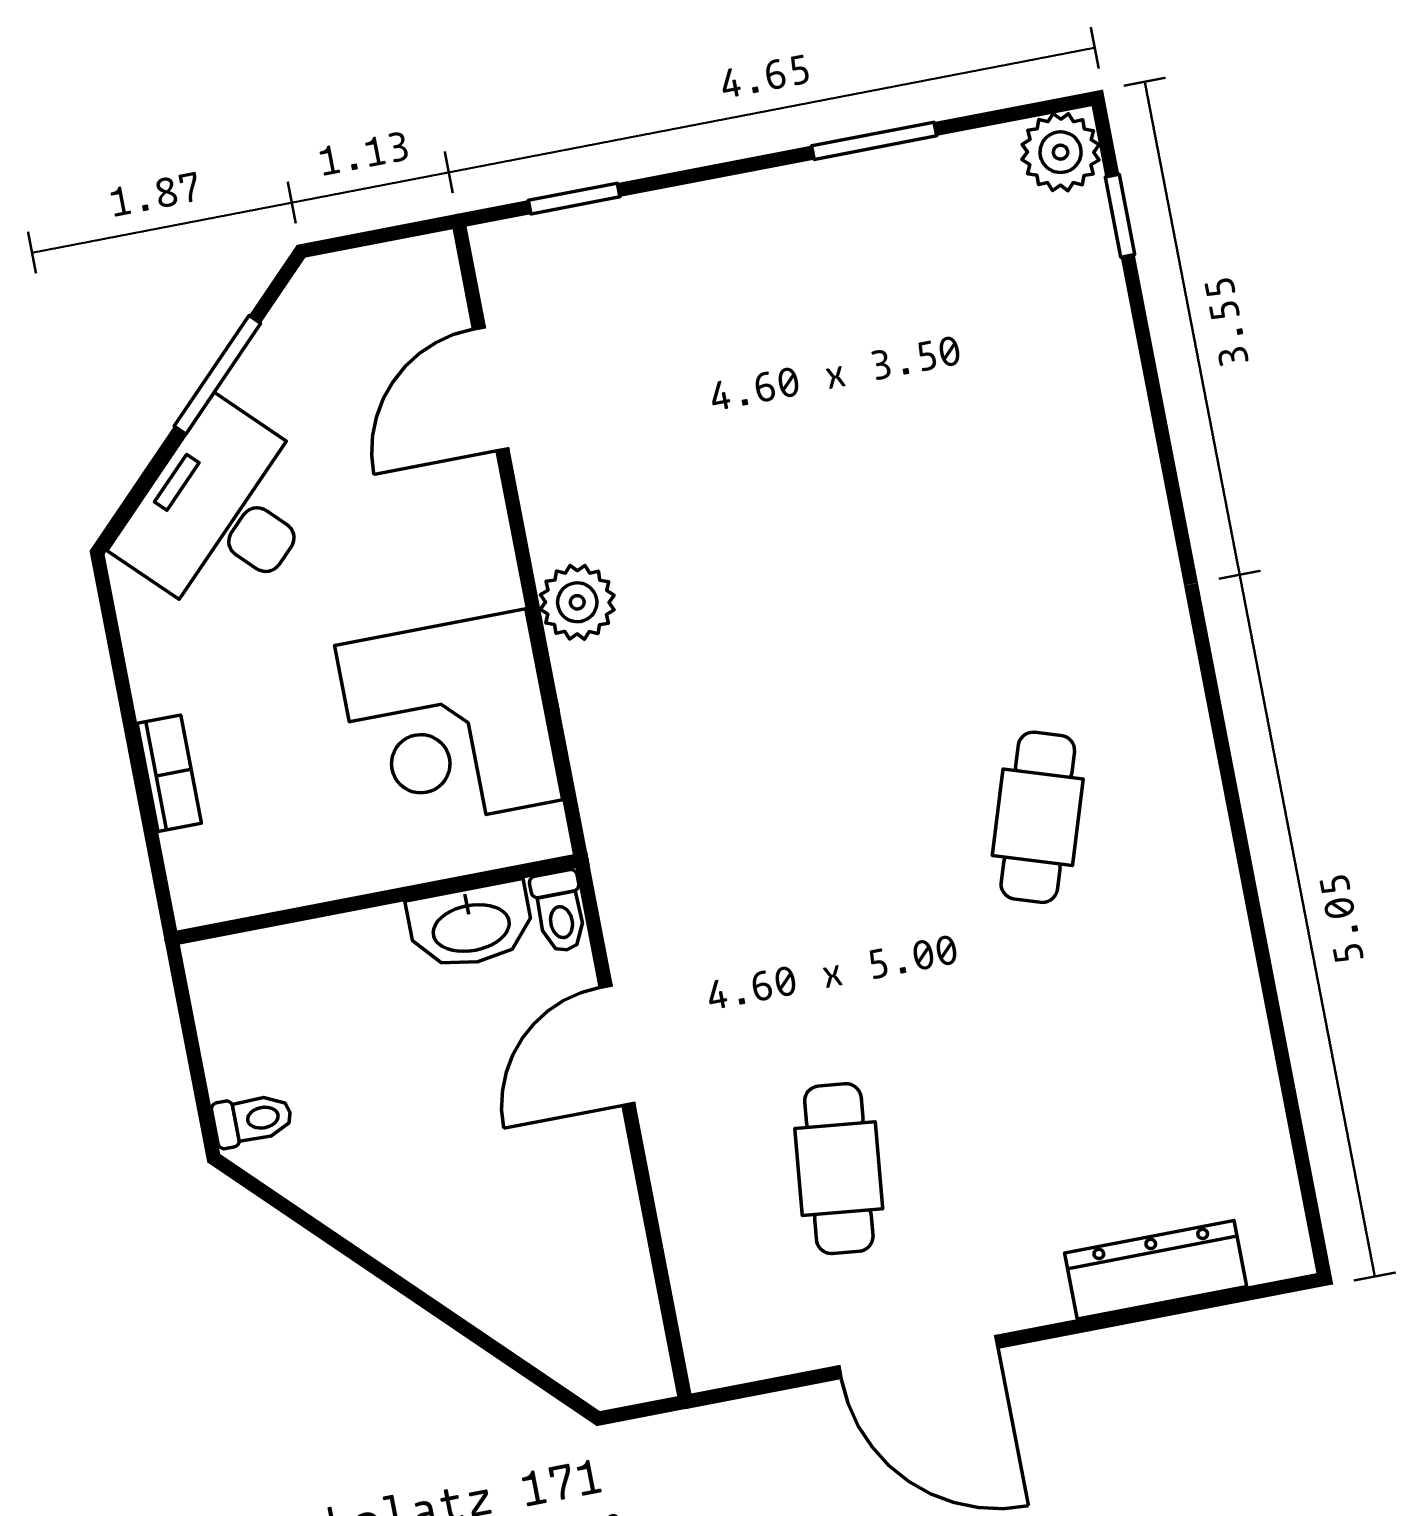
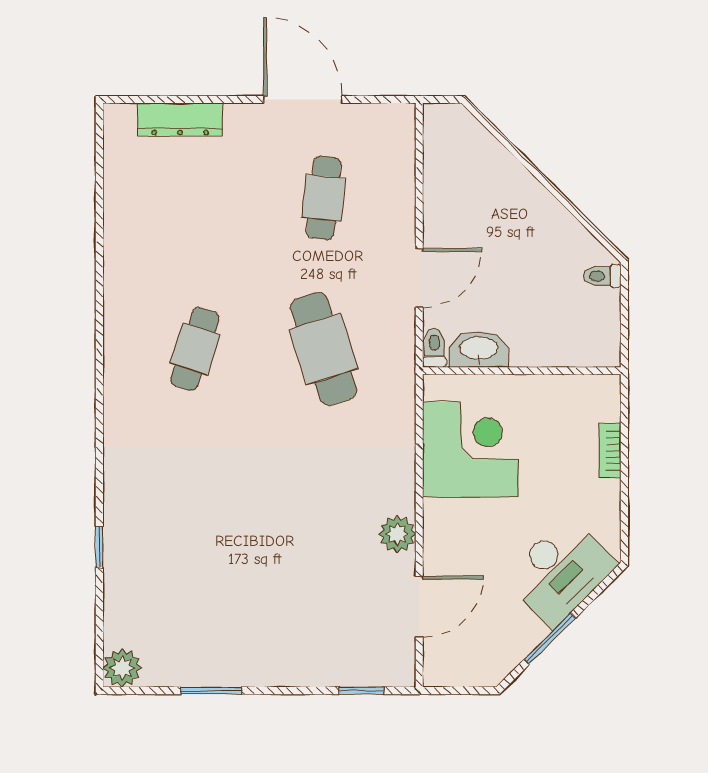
window: (1120, 216) -> (99, 547), moved
plant: (577, 602) -> (397, 534), moved
cafe table: (781, 867) -> (324, 349), added

